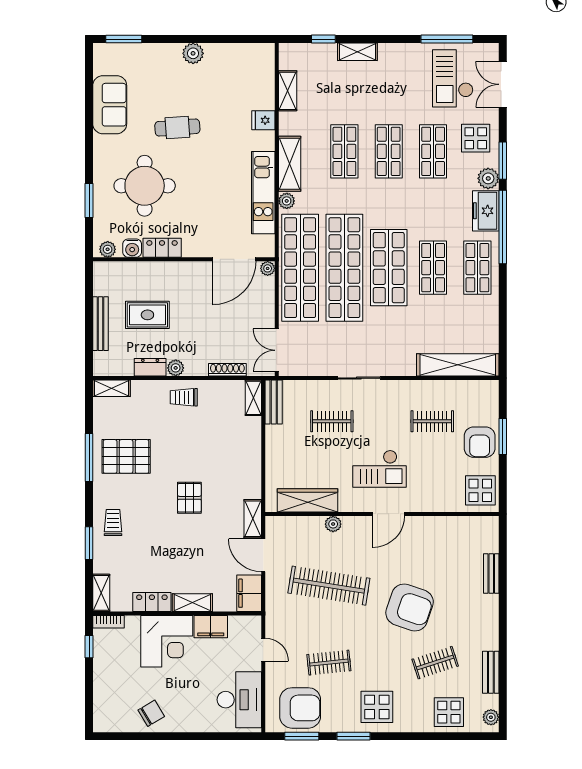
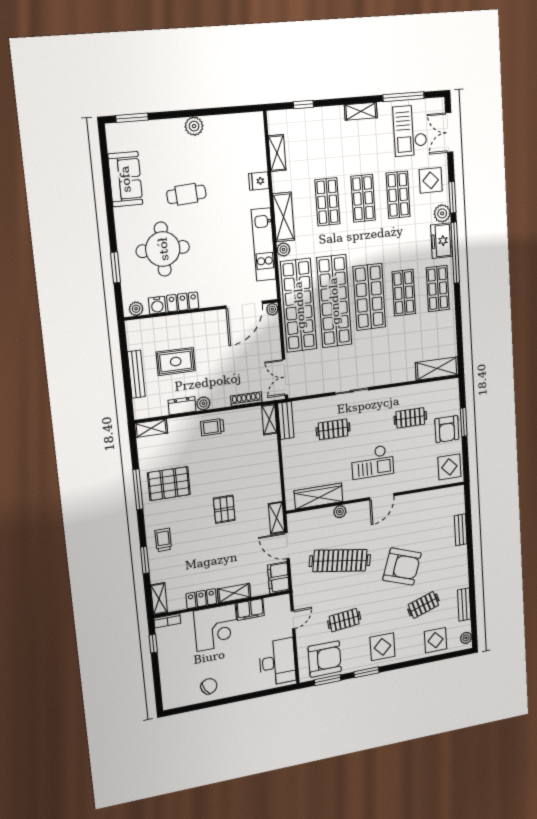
shelving: (357, 52) -> (361, 111), moved
shelving: (458, 365) -> (437, 368), width x0.68
door: (263, 650) -> (293, 620), hinge flipped

